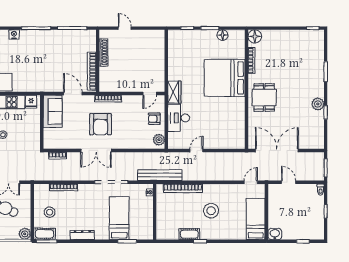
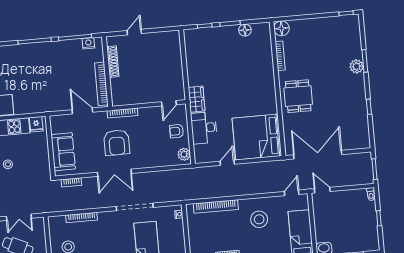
door: (125, 28) -> (134, 32), hinge flipped
nightstand: (14, 34) -> (88, 43), moved
bed: (225, 78) -> (257, 137), moved
plant: (318, 104) -> (356, 66), moved
sofa: (53, 111) -> (63, 152), moved
bench: (160, 175) -> (189, 194), removed
door: (289, 182) -> (322, 190), moved
stool: (211, 211) -> (259, 219), moved

